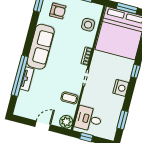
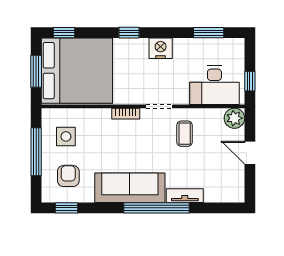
side table: (88, 25) -> (66, 136), moved
window: (20, 76) -> (156, 208), moved
coffee table: (69, 98) -> (185, 134), moved
desk: (88, 119) -> (214, 85), width x1.37

